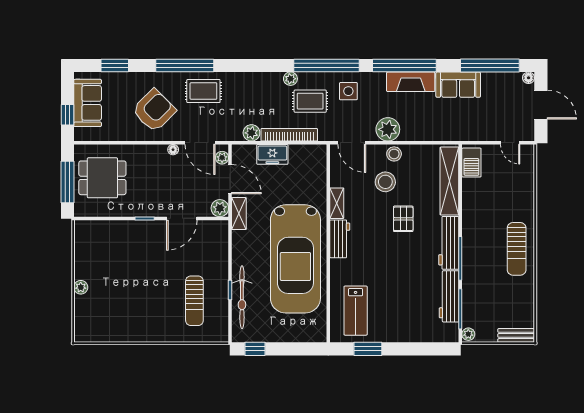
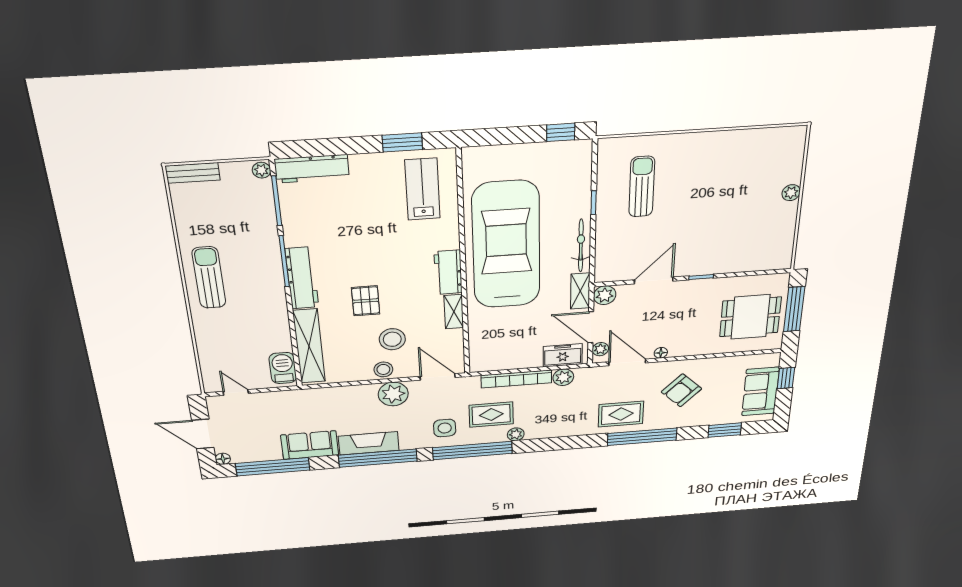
armchair: (154, 110) -> (681, 390), width x0.73, depth x0.73
freezer: (272, 154) -> (563, 355), moved
workbench: (449, 296) -> (312, 169), moved, turned 90
bicycle: (242, 297) -> (581, 246), moved, width x0.73, depth x0.71

